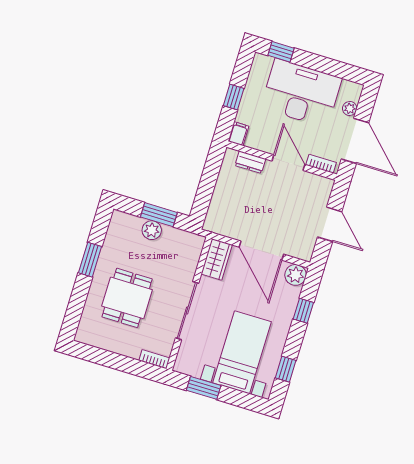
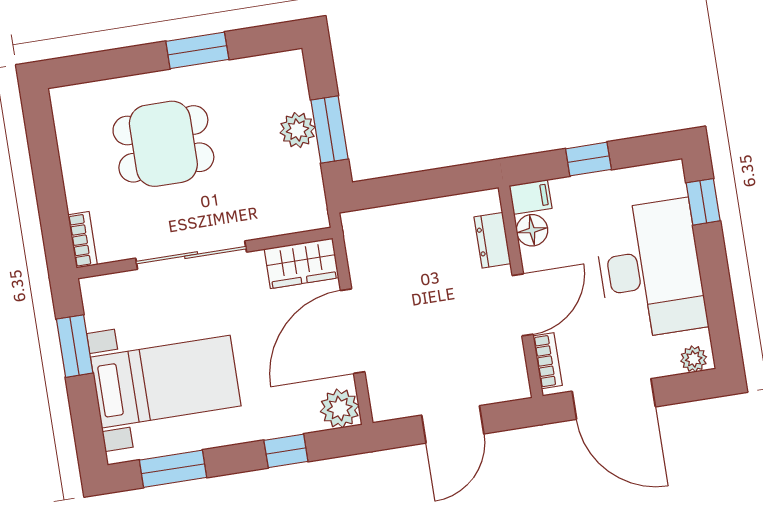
plant: (350, 108) -> (694, 359), moved
floor lamp: (255, 141) -> (532, 230), added
door: (355, 141) -> (614, 399), hinge flipped
window: (286, 369) -> (173, 469), width x1.50

